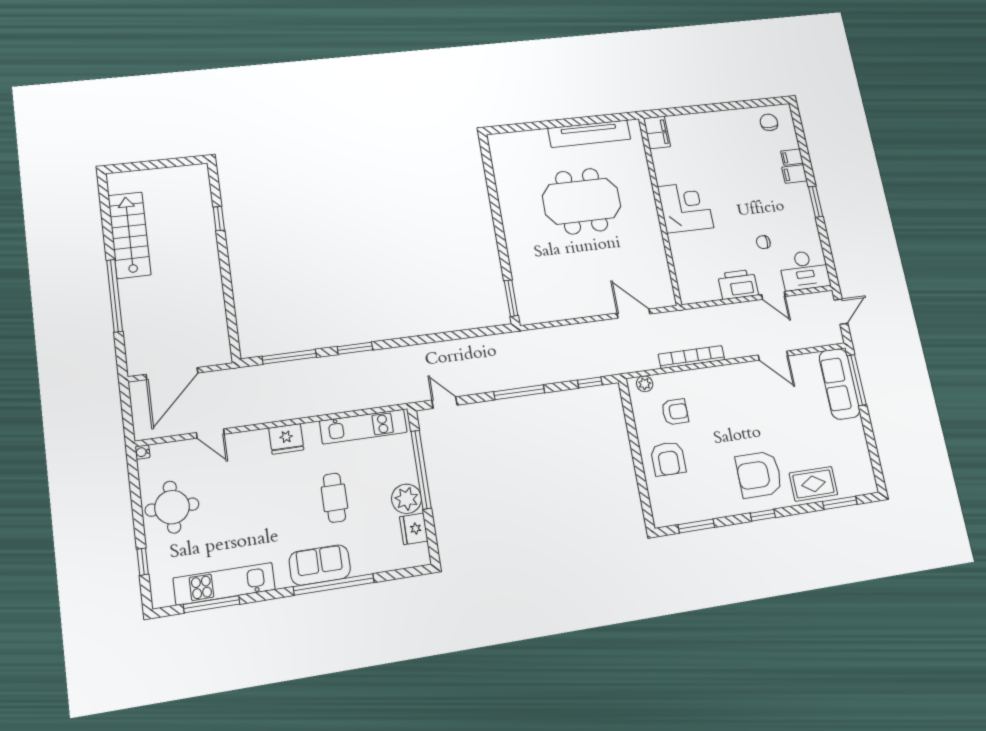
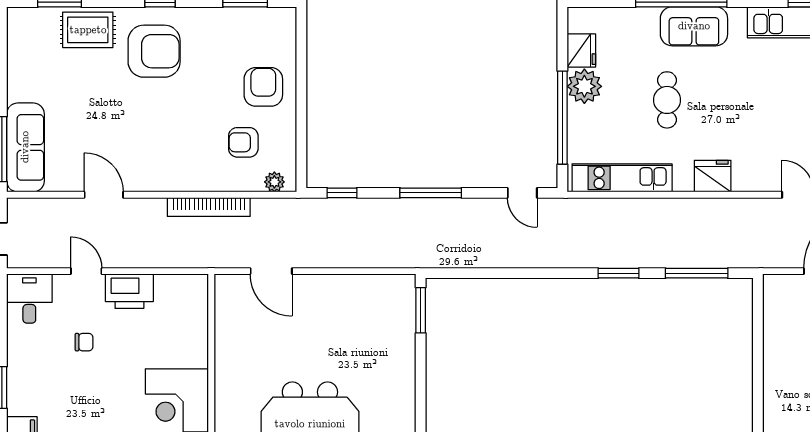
desk: (804, 270) -> (29, 299), width x0.73

